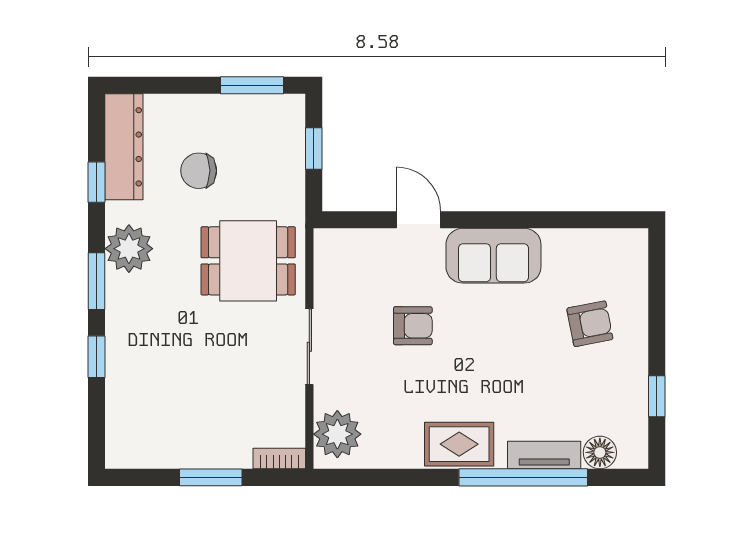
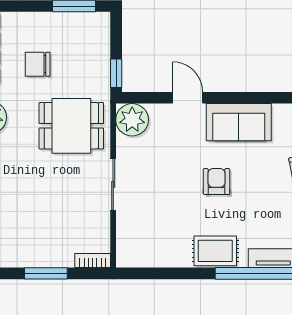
window: (314, 148) -> (116, 73), moved
armchair: (413, 326) -> (216, 182), moved, turned -90
plant: (337, 434) -> (132, 120), moved

